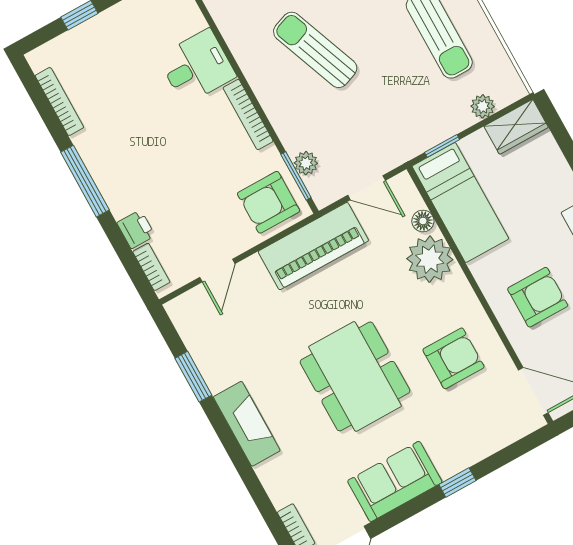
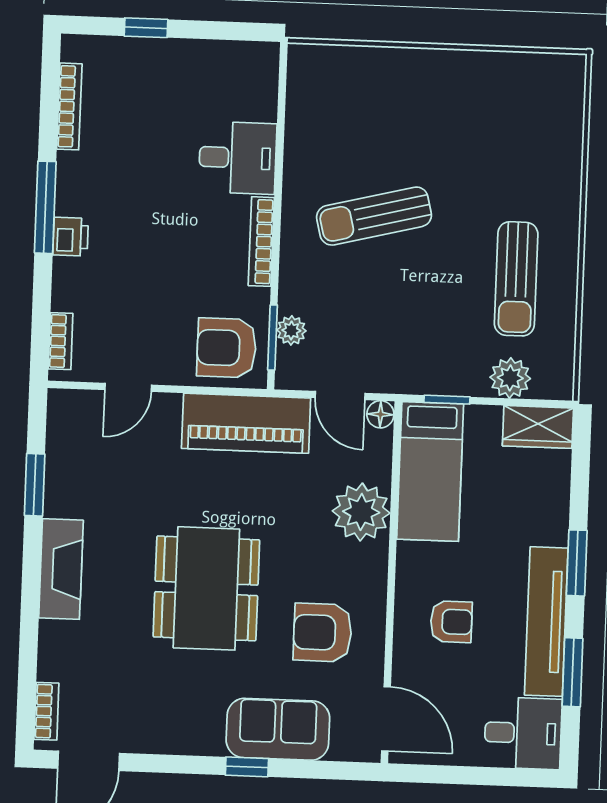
sun lounger: (315, 50) -> (374, 216), turned -83
plant: (483, 106) -> (510, 378), width x1.38, depth x1.38
floor lamp: (423, 221) -> (380, 414), moved
printer: (136, 229) -> (71, 237), moved
armchair: (538, 297) -> (451, 622), width x0.72, depth x0.72
armchair: (453, 358) -> (322, 633), turned 180
sofa: (395, 481) -> (278, 729), moved

